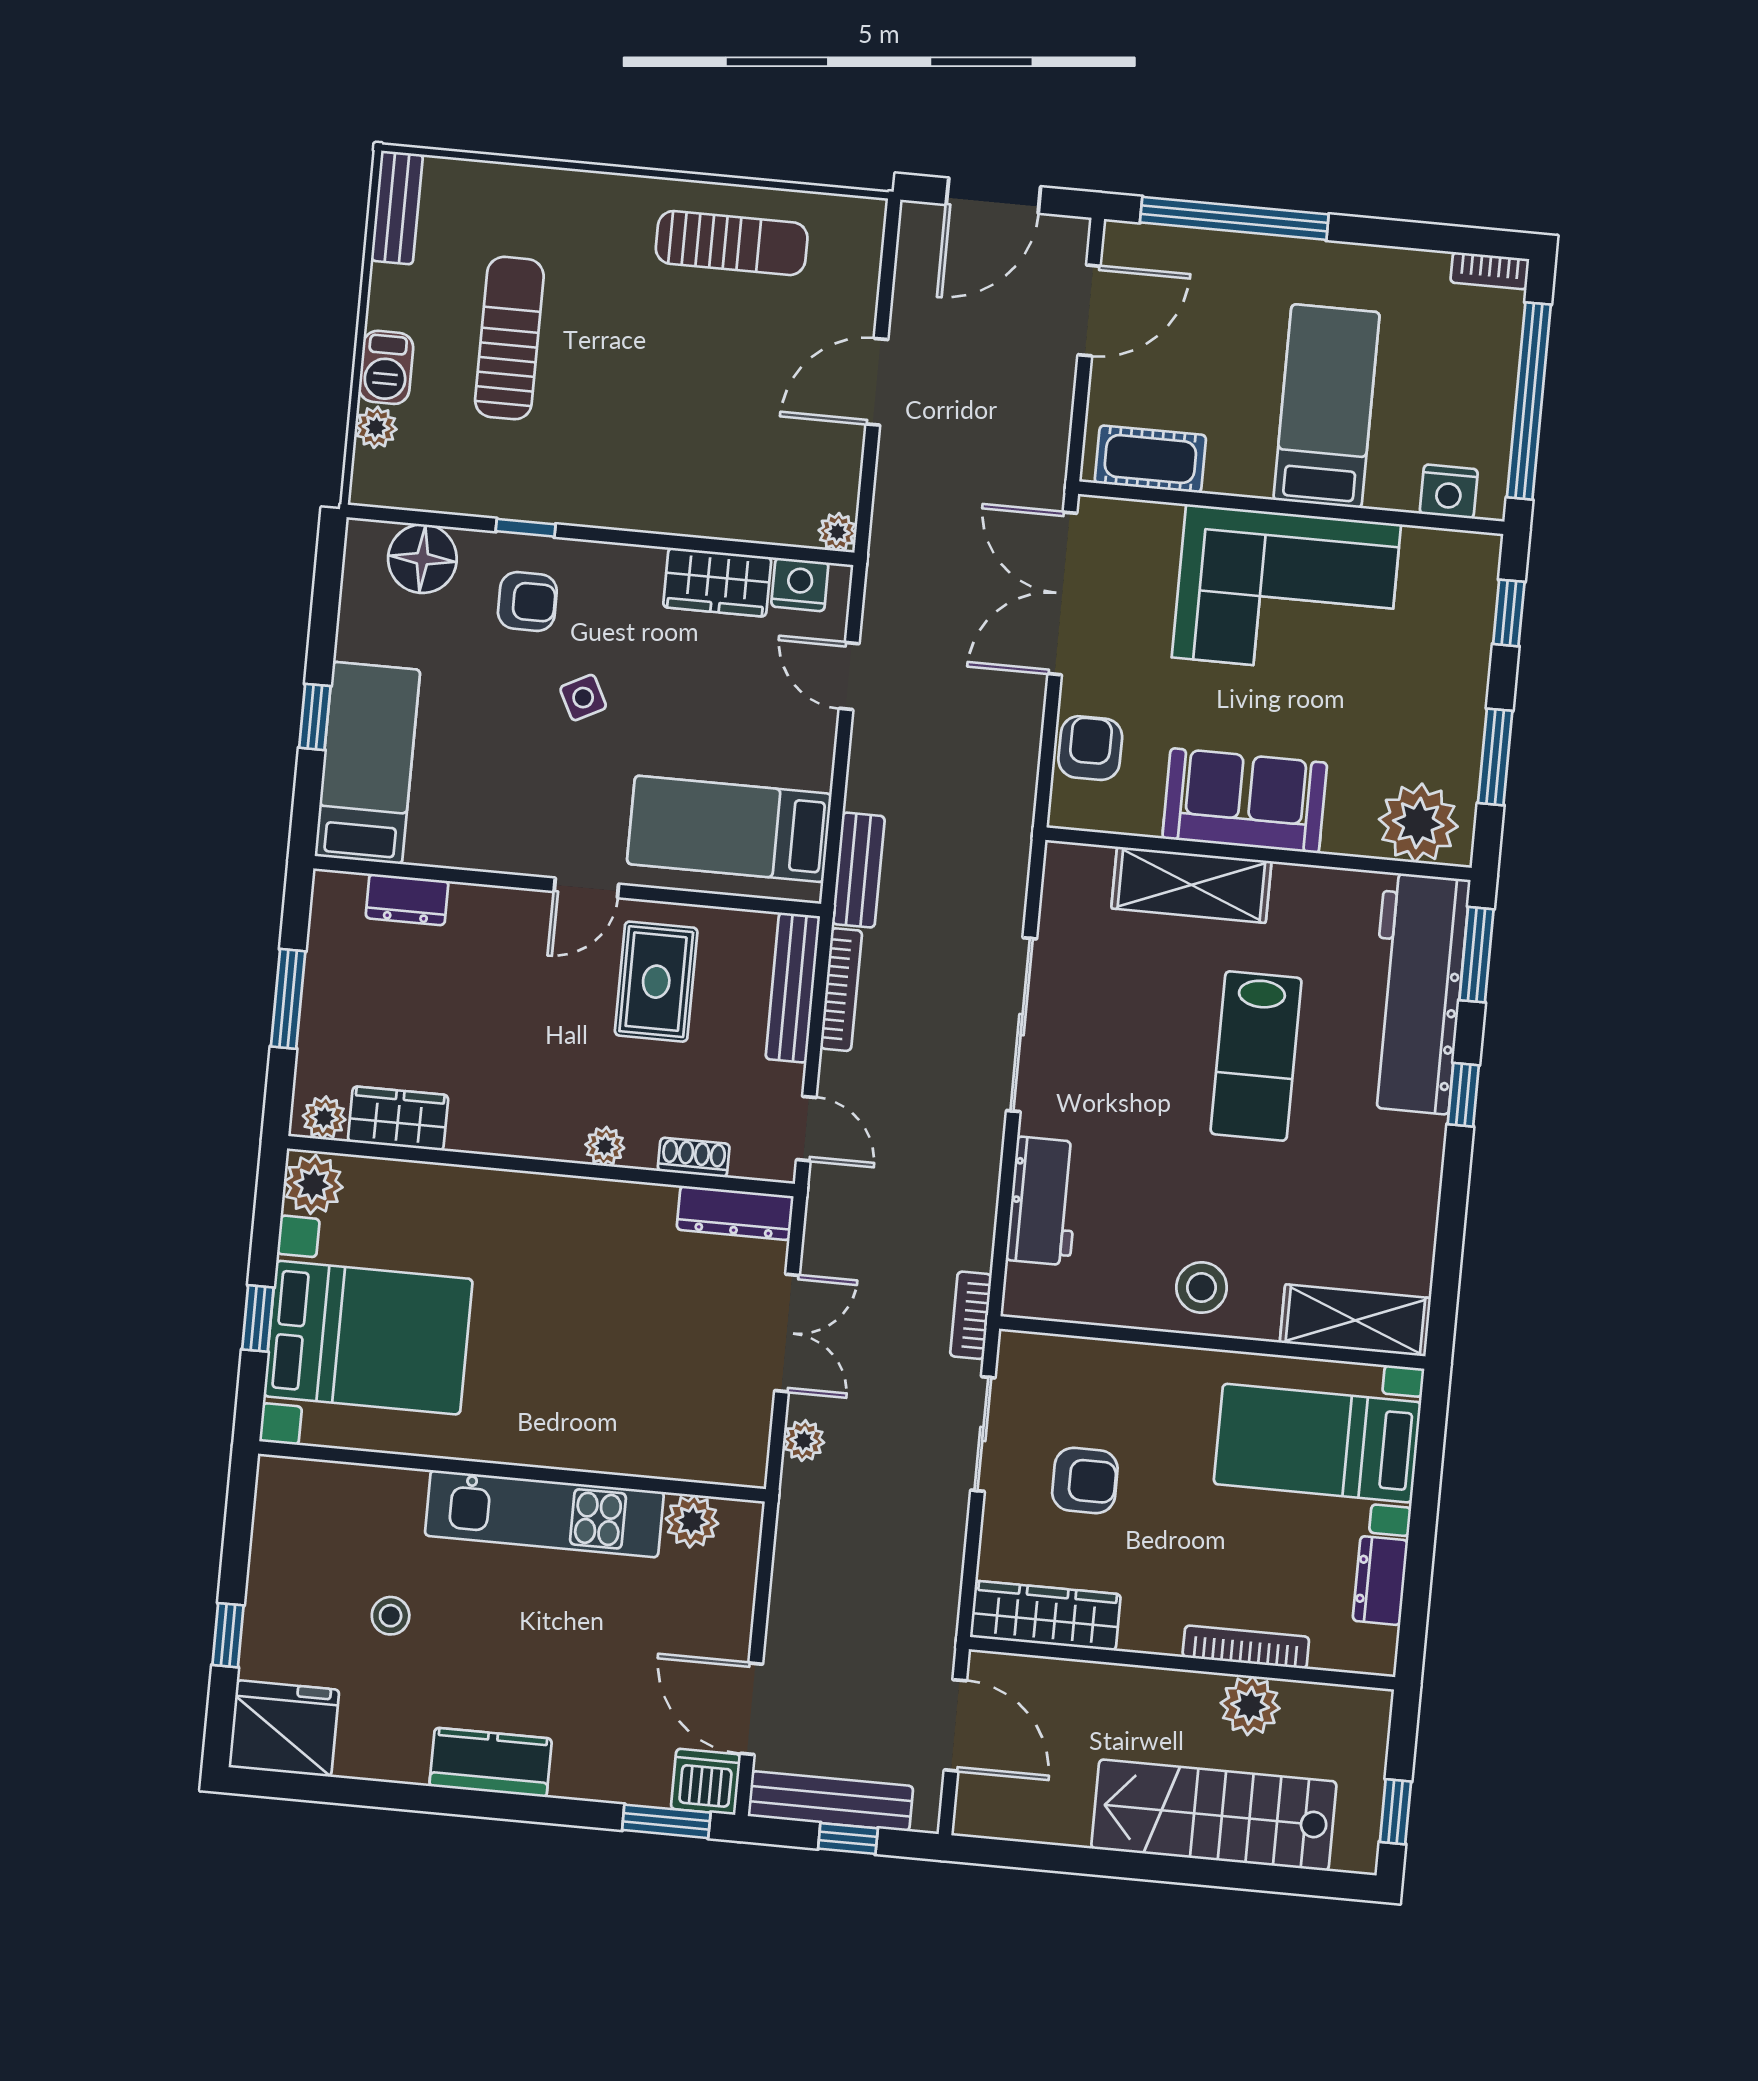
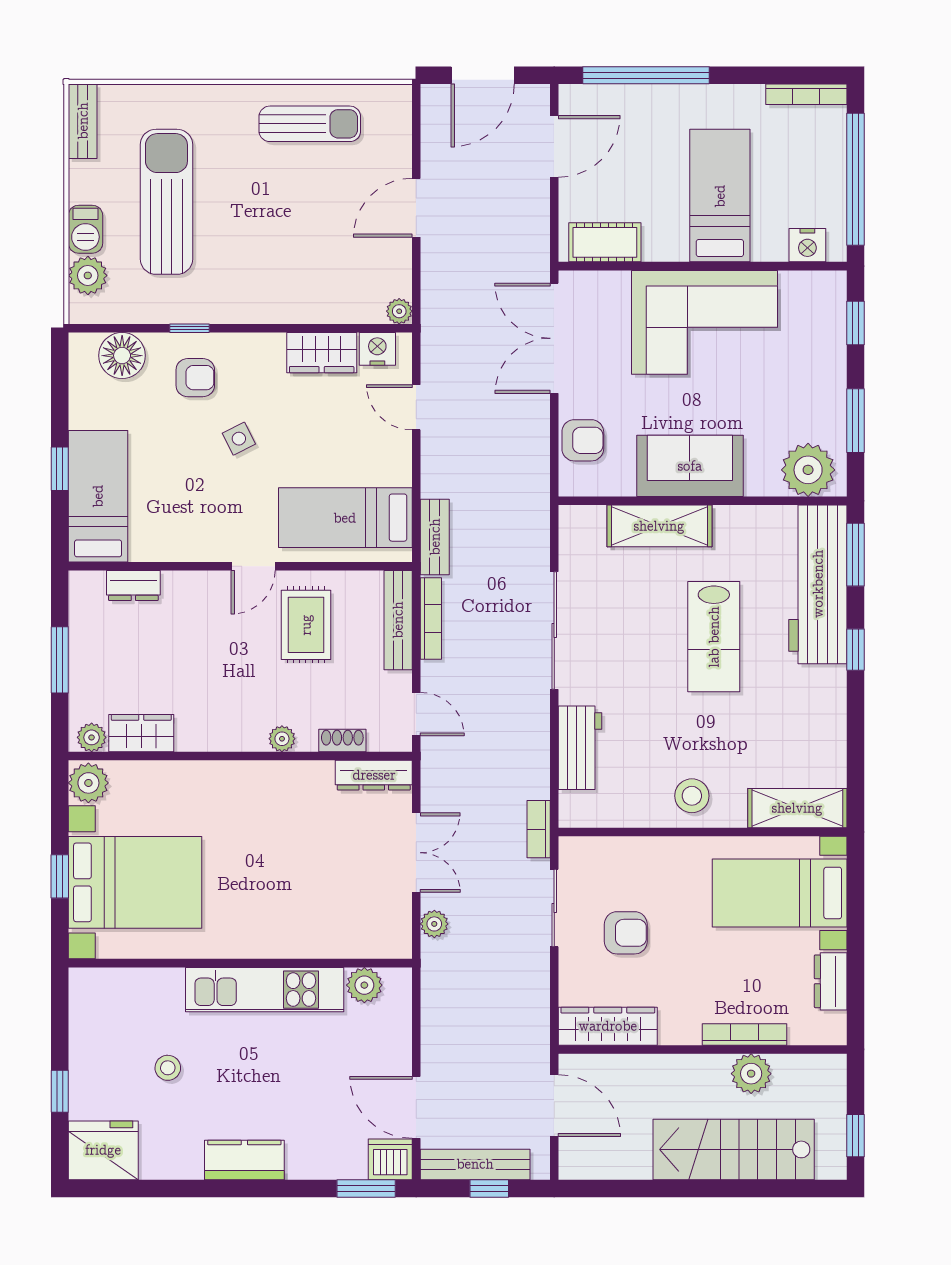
bookcase: (1490, 271) -> (806, 94), width x1.56
sun lounger: (509, 338) -> (166, 202), width x1.36, depth x1.34
plant: (376, 427) -> (88, 275), width x1.38, depth x1.38
armchair: (1090, 748) -> (583, 440), turned 90

